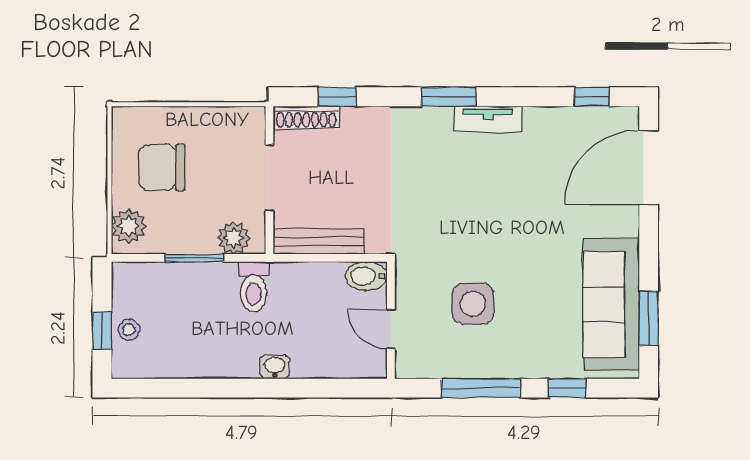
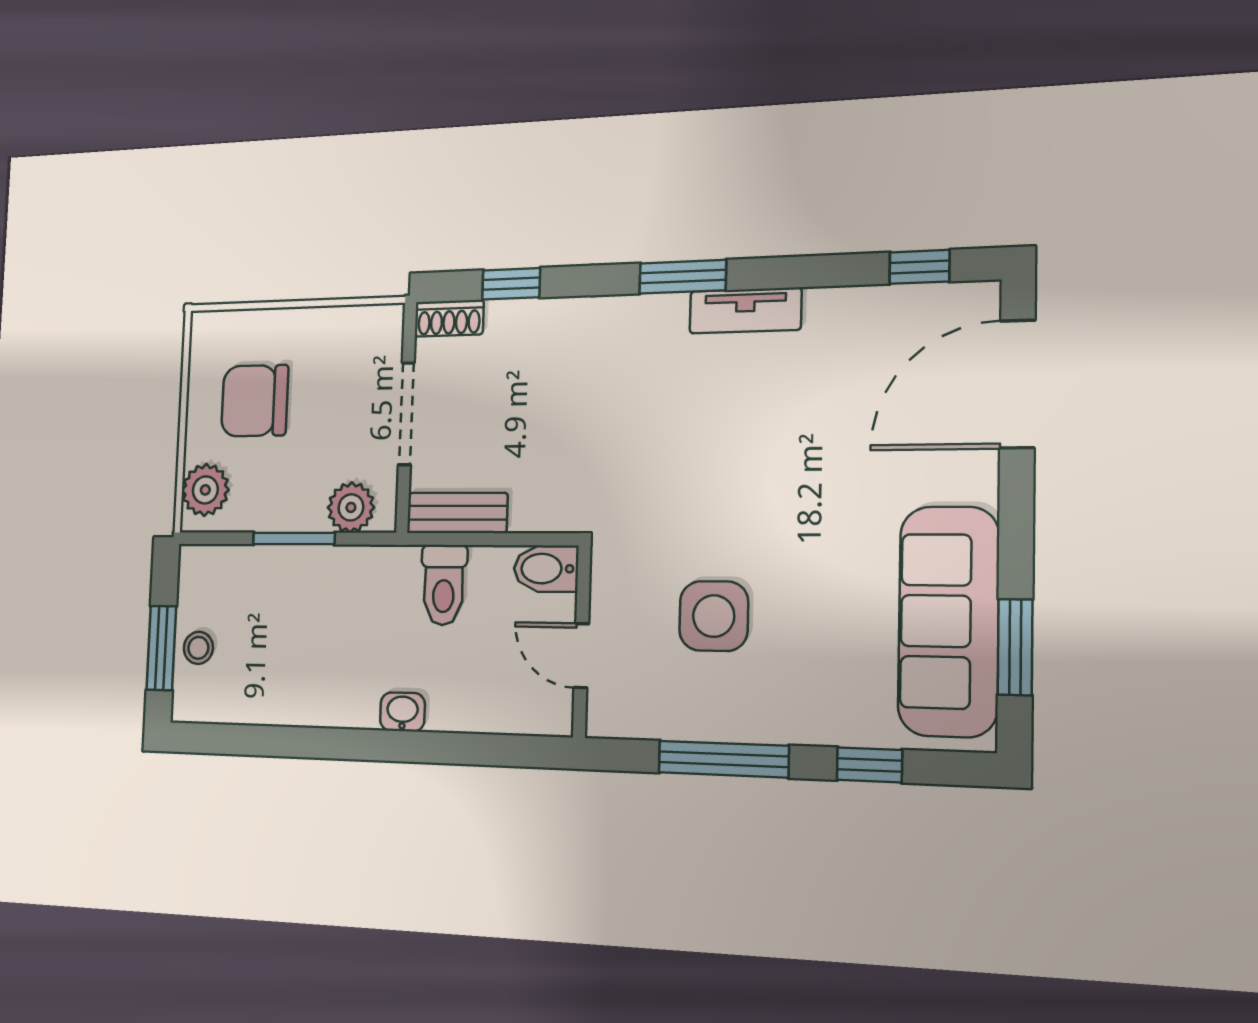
shoe rack: (306, 117) -> (449, 318), width x0.70
bench: (319, 242) -> (457, 513), width x0.73
toilet: (254, 287) -> (444, 585), moved
window: (102, 330) -> (161, 648), width x1.50

